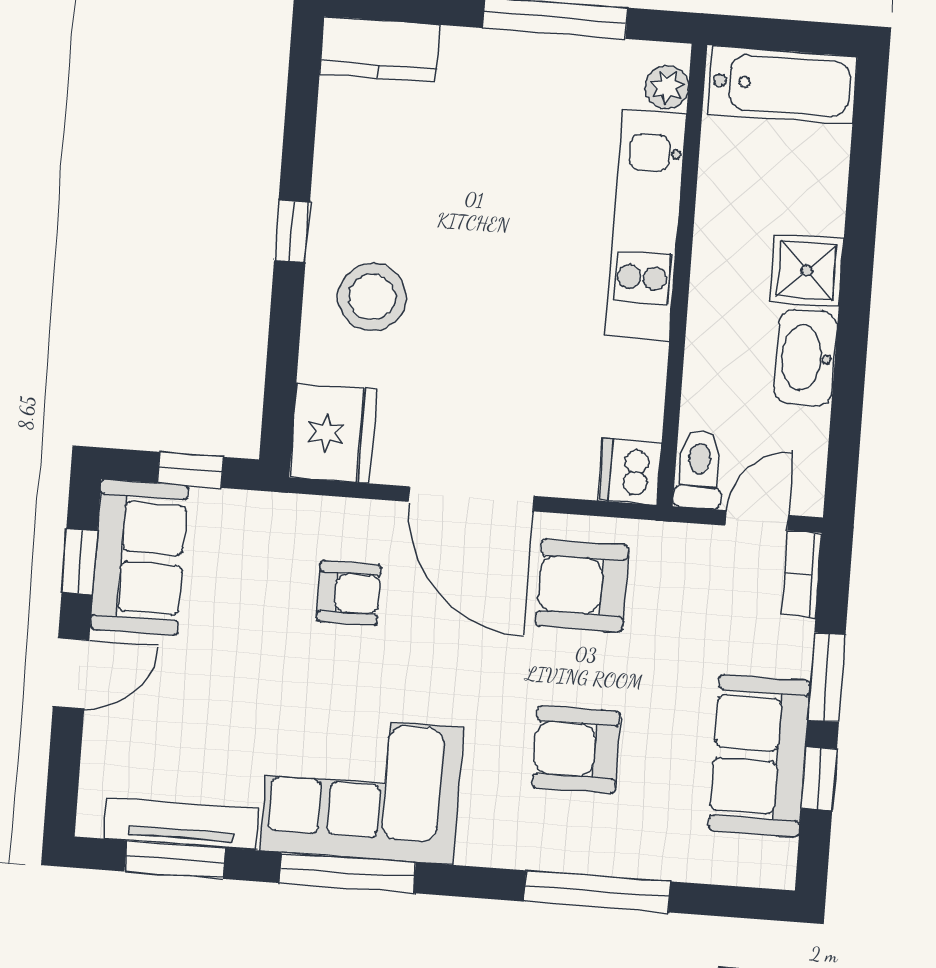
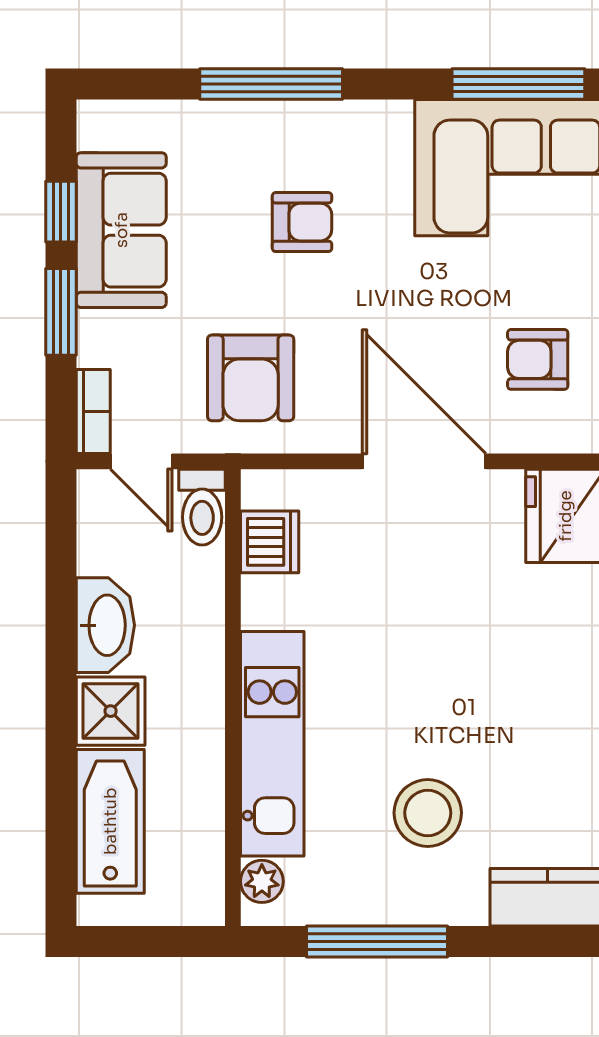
bathtub: (782, 85) -> (110, 821), moved, turned 90
stool: (372, 297) -> (428, 813), moved
dishwasher: (630, 472) -> (270, 542), moved
door: (757, 520) -> (141, 461), hinge flipped
armchair: (582, 586) -> (251, 378), moved, turned 90
armchair: (576, 750) -> (302, 222), width x0.72, depth x0.72

